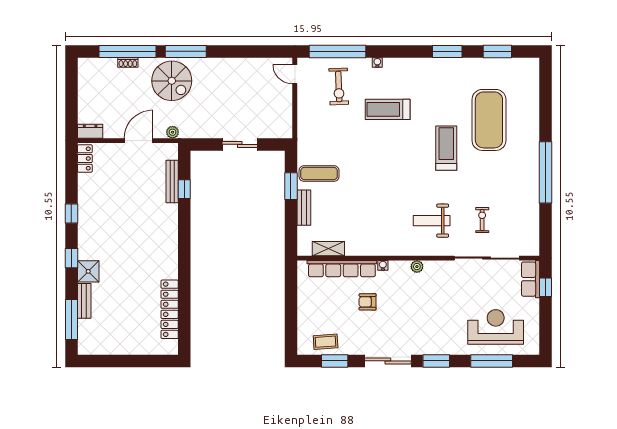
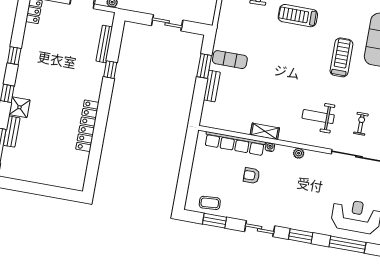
window: (184, 189) -> (110, 70), moved
shelving: (328, 249) -> (265, 131), moved
locker: (170, 309) -> (87, 126), moved
sliding door: (388, 361) -> (260, 229), width x0.73

